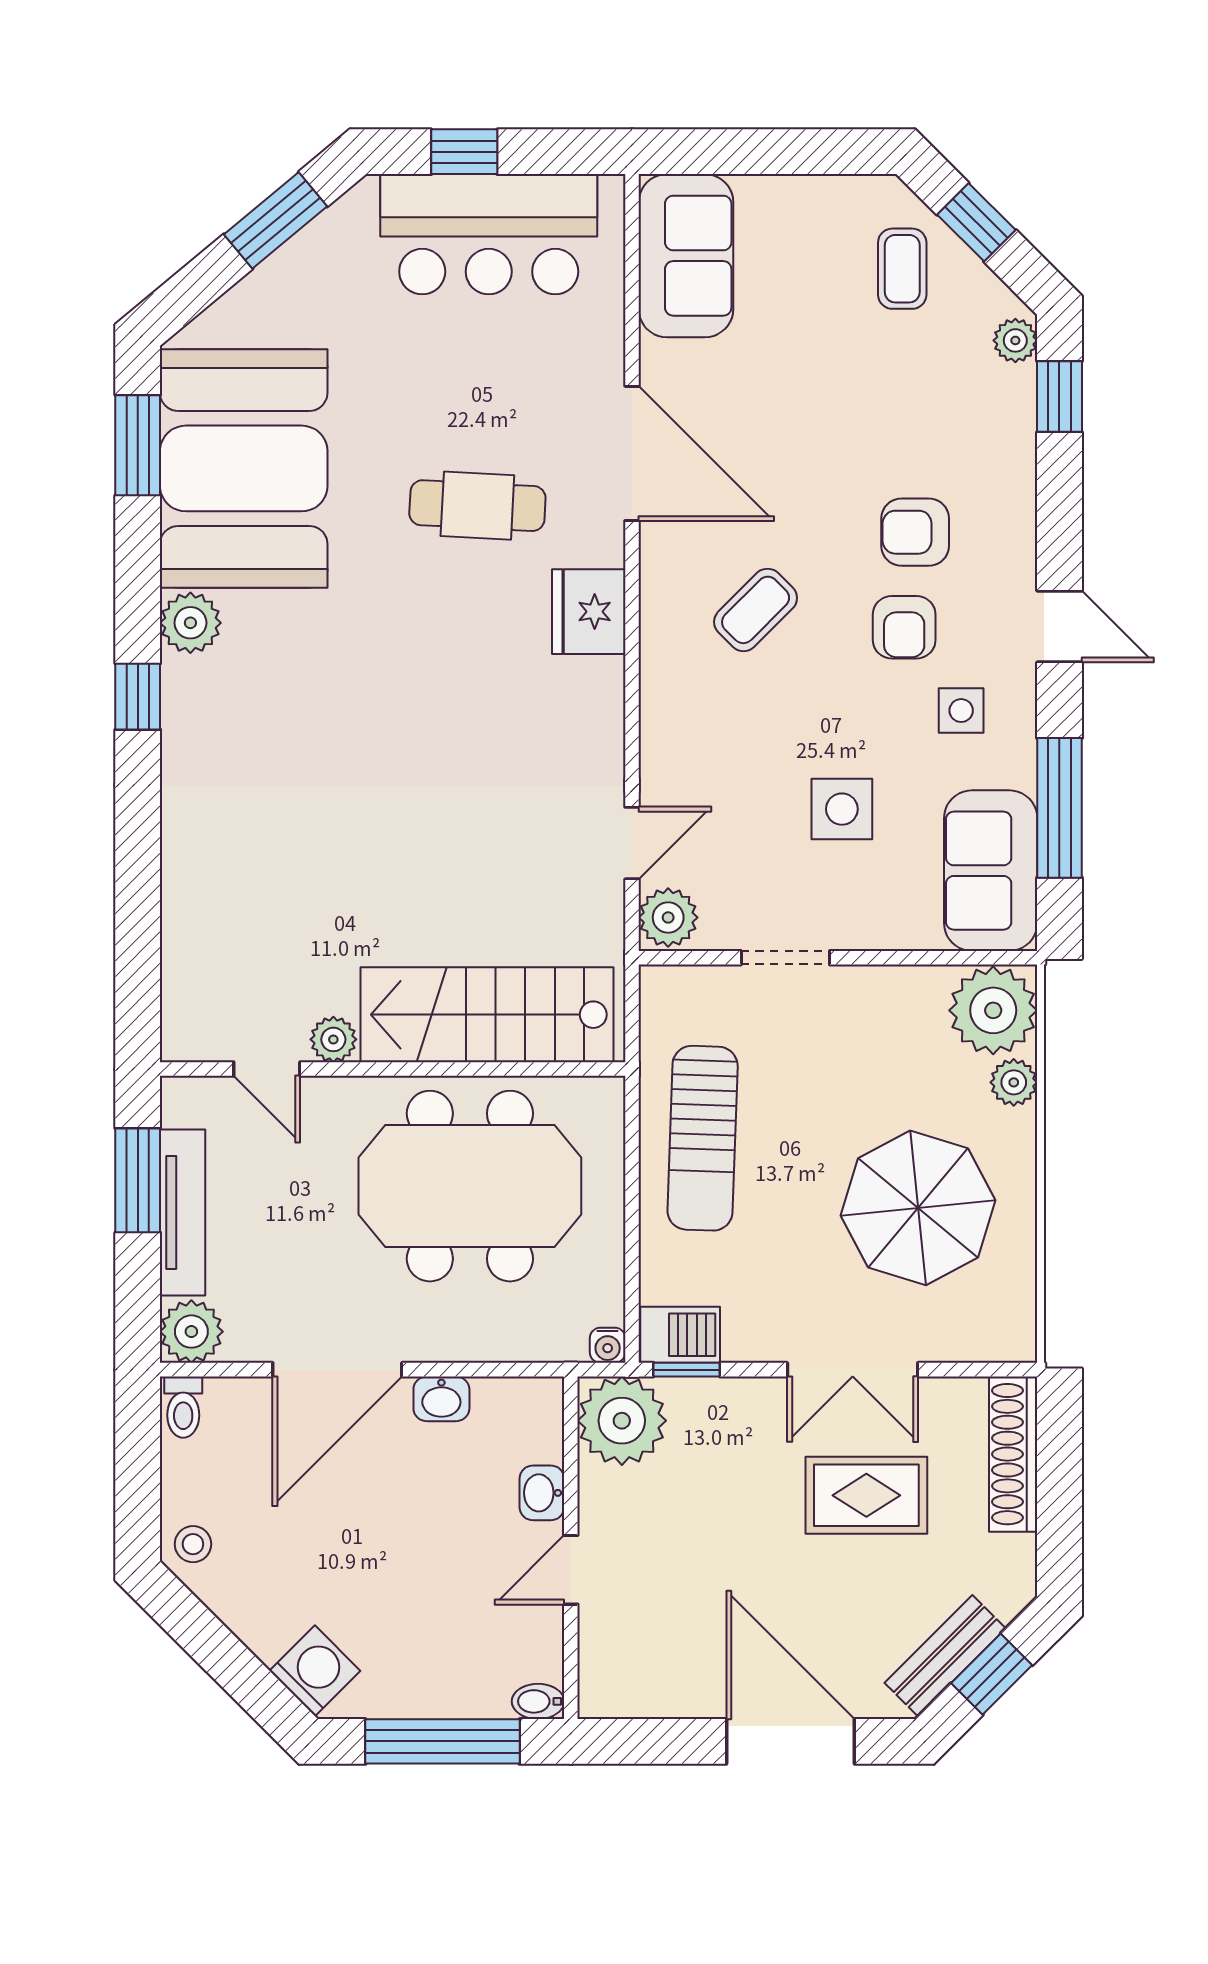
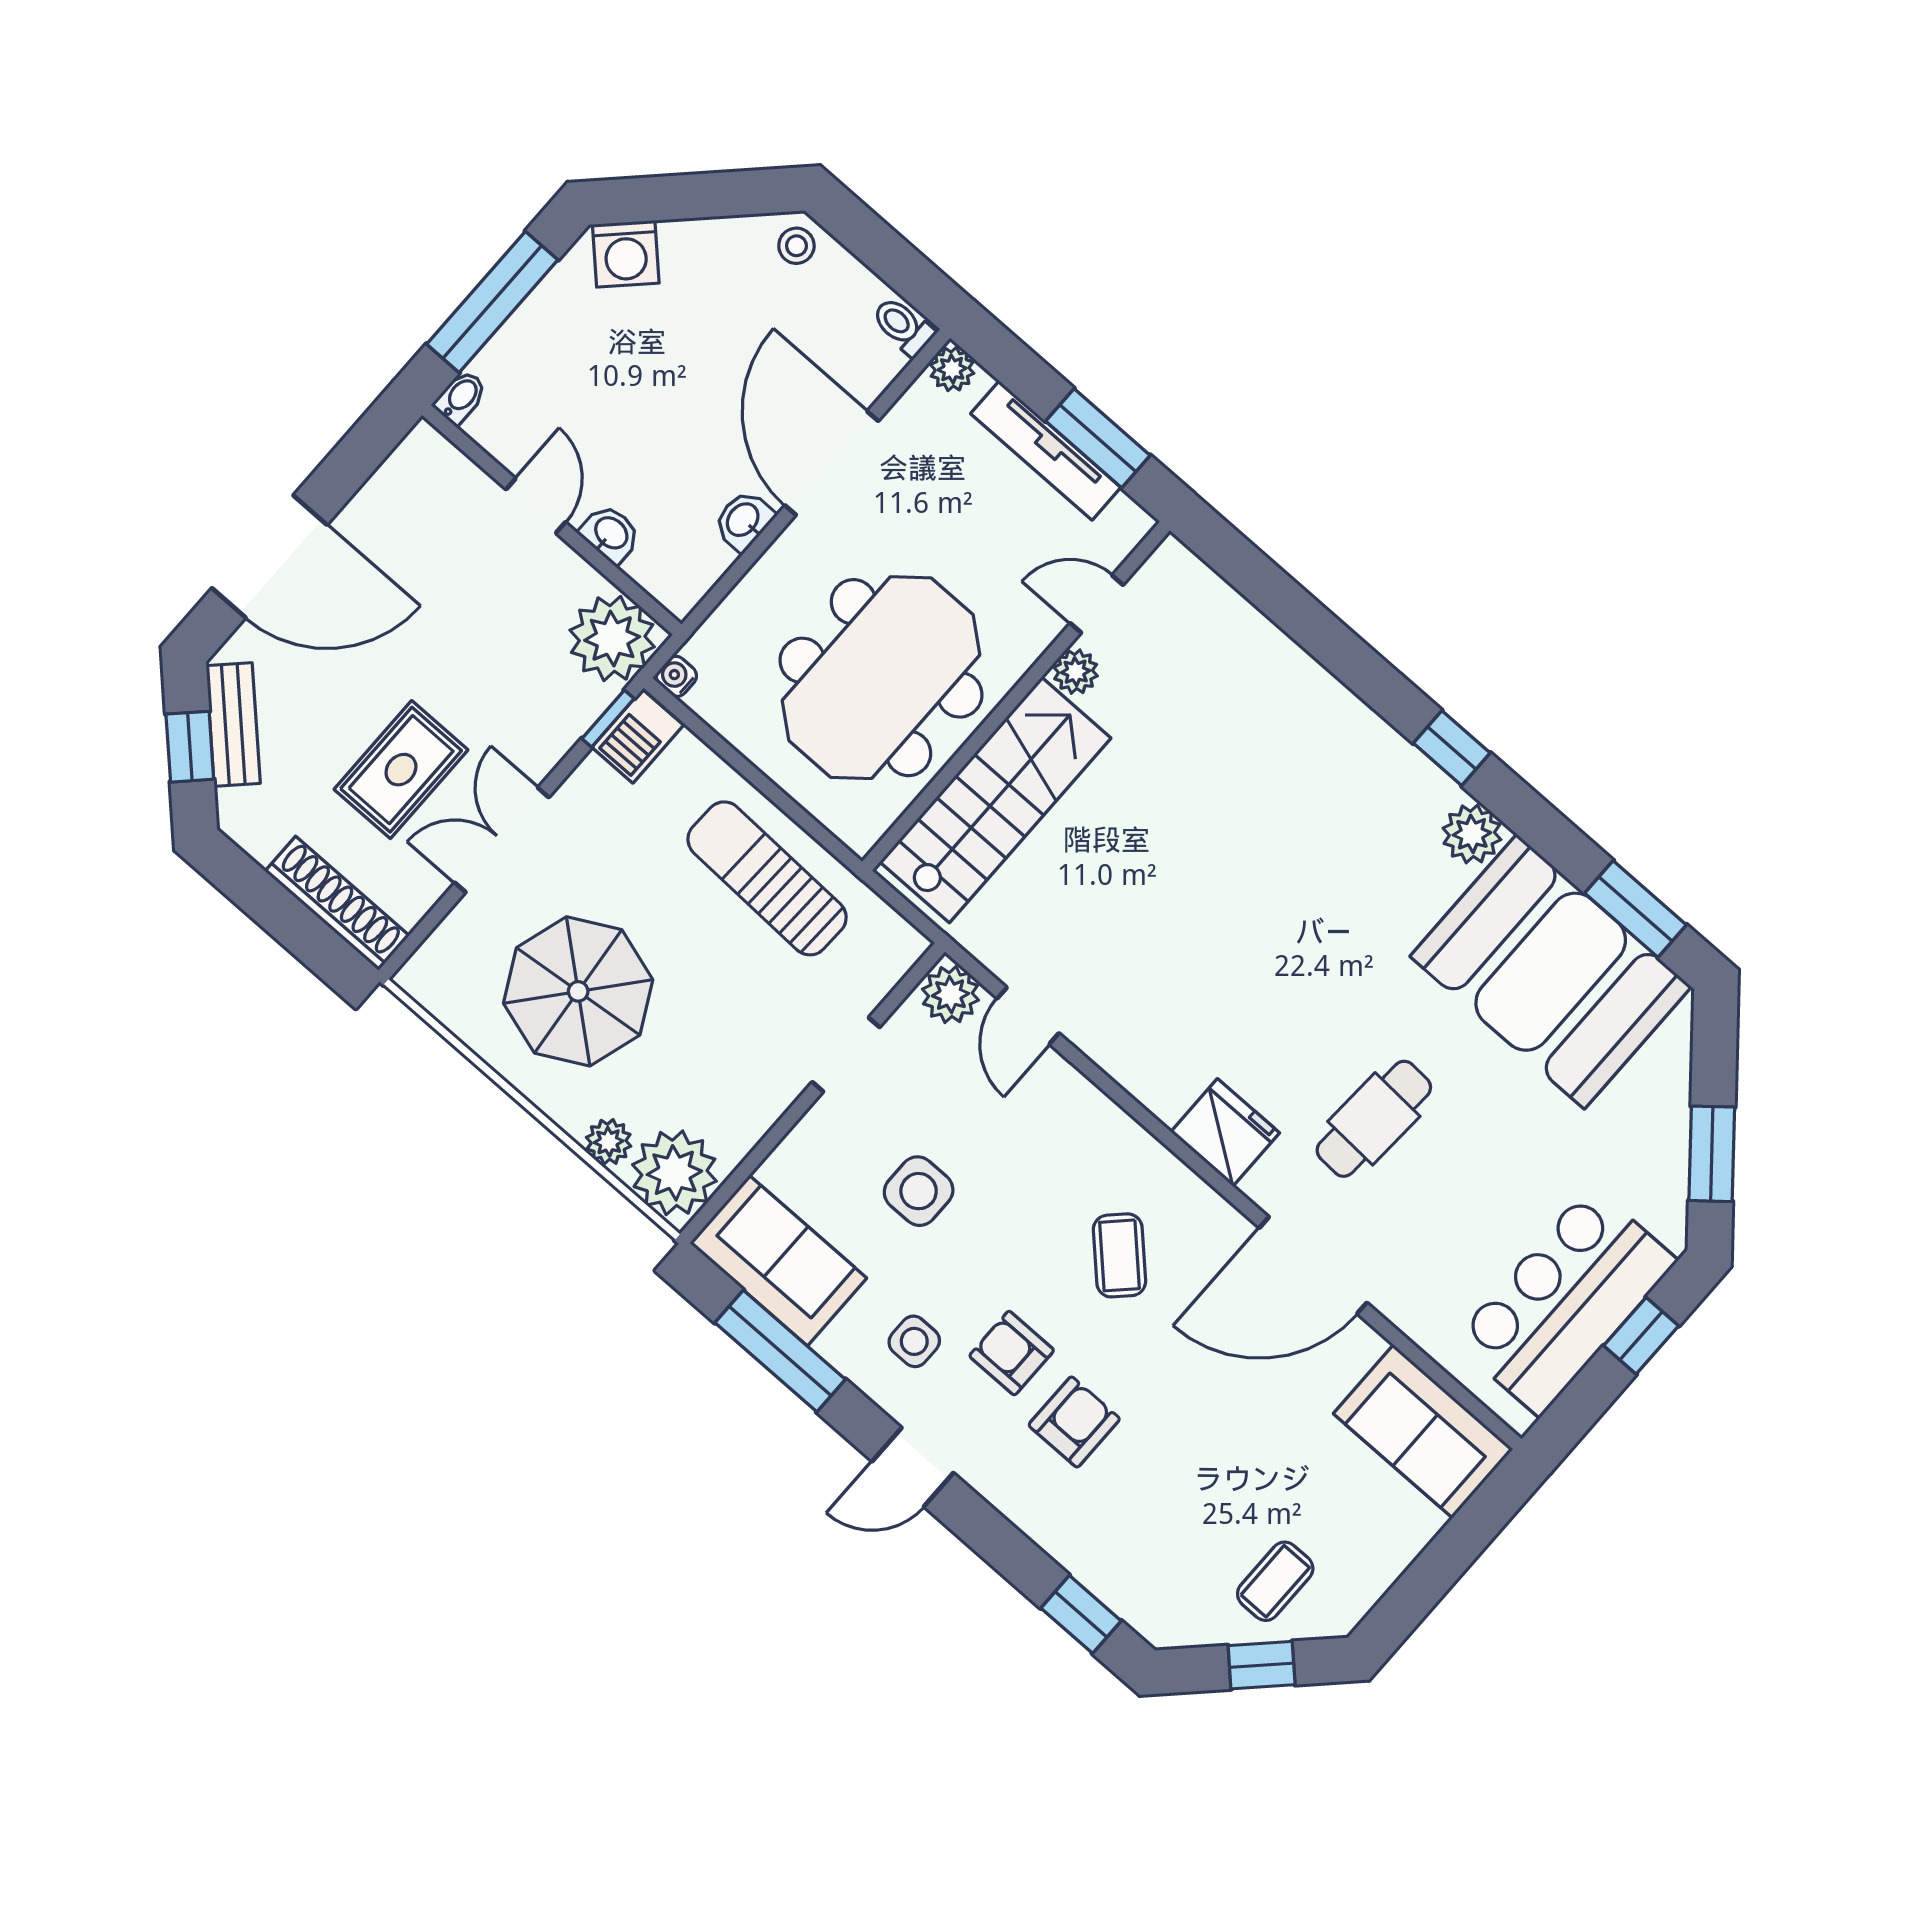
coffee table: (902, 269) -> (1275, 1581), turned 90
plant: (1015, 340) -> (1150, 1618), removed
plant: (191, 1332) -> (952, 369), width x0.73, depth x0.73

